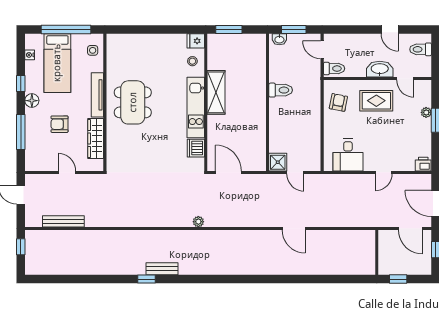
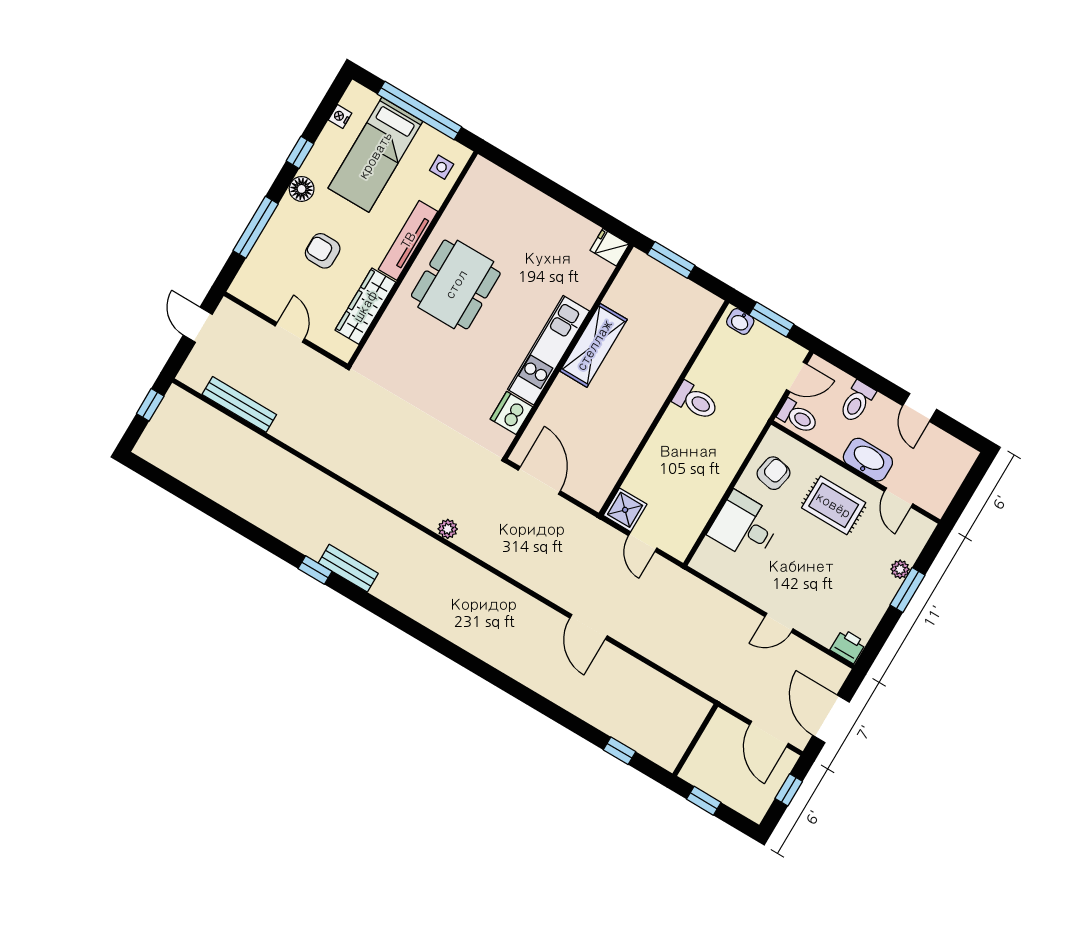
toilet: (421, 49) -> (857, 402), moved, turned -90
door: (322, 50) -> (797, 377), swing flipped
stool: (192, 61) -> (586, 275), removed
desk: (348, 155) -> (744, 526), moved, turned 90
window: (344, 279) -> (619, 751), added

